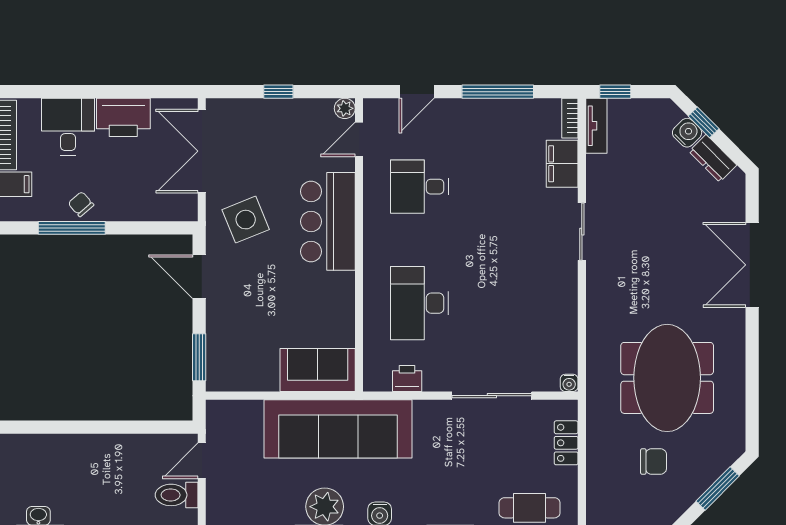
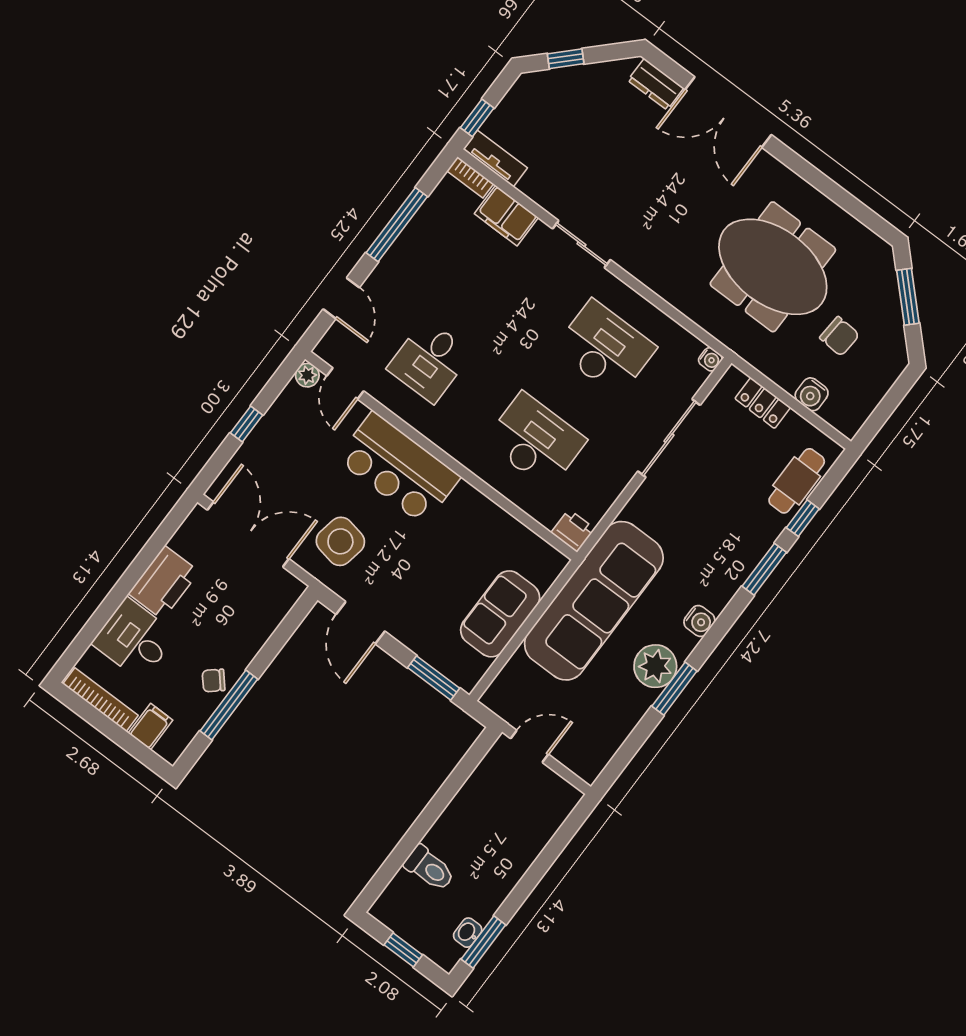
water cooler: (687, 133) -> (812, 394), moved, turned -135
double door: (202, 151) -> (248, 534), swing flipped
dresser: (713, 158) -> (656, 84), moved, turned 45
side table: (246, 220) -> (340, 541), turned 33
door: (199, 277) -> (360, 623), hinge flipped
desk: (419, 303) -> (535, 441), turned 180
desk: (521, 303) -> (605, 348), added
sofa: (318, 370) -> (500, 614), moved
printer: (407, 378) -> (573, 531), moved, turned 90
door: (202, 461) -> (529, 746), swing flipped
chair: (654, 461) -> (840, 336), turned 94
toilet: (177, 495) -> (429, 868), moved, turned -90

